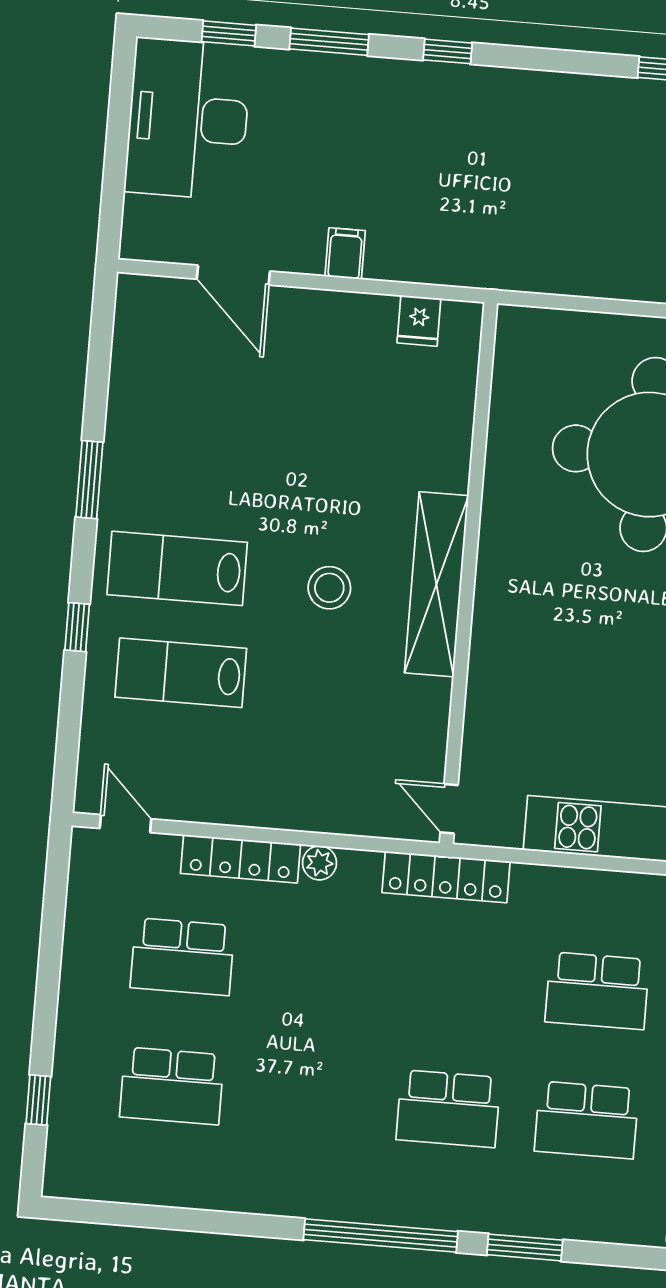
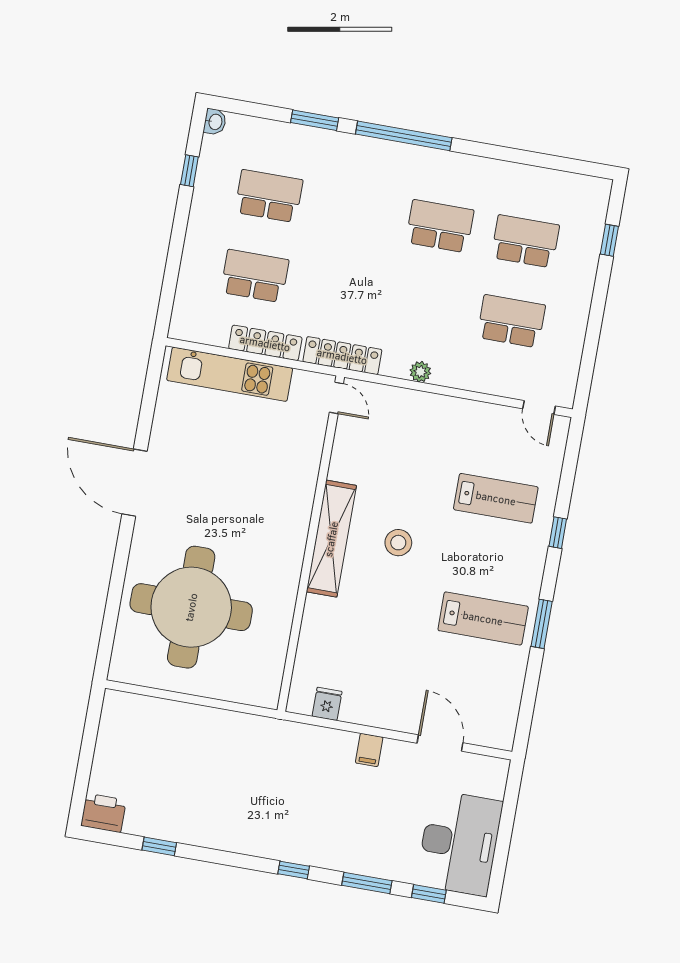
lab bench: (177, 568) -> (483, 618), moved
locker: (240, 859) -> (265, 343), moved
school desk: (448, 1109) -> (440, 226), moved

